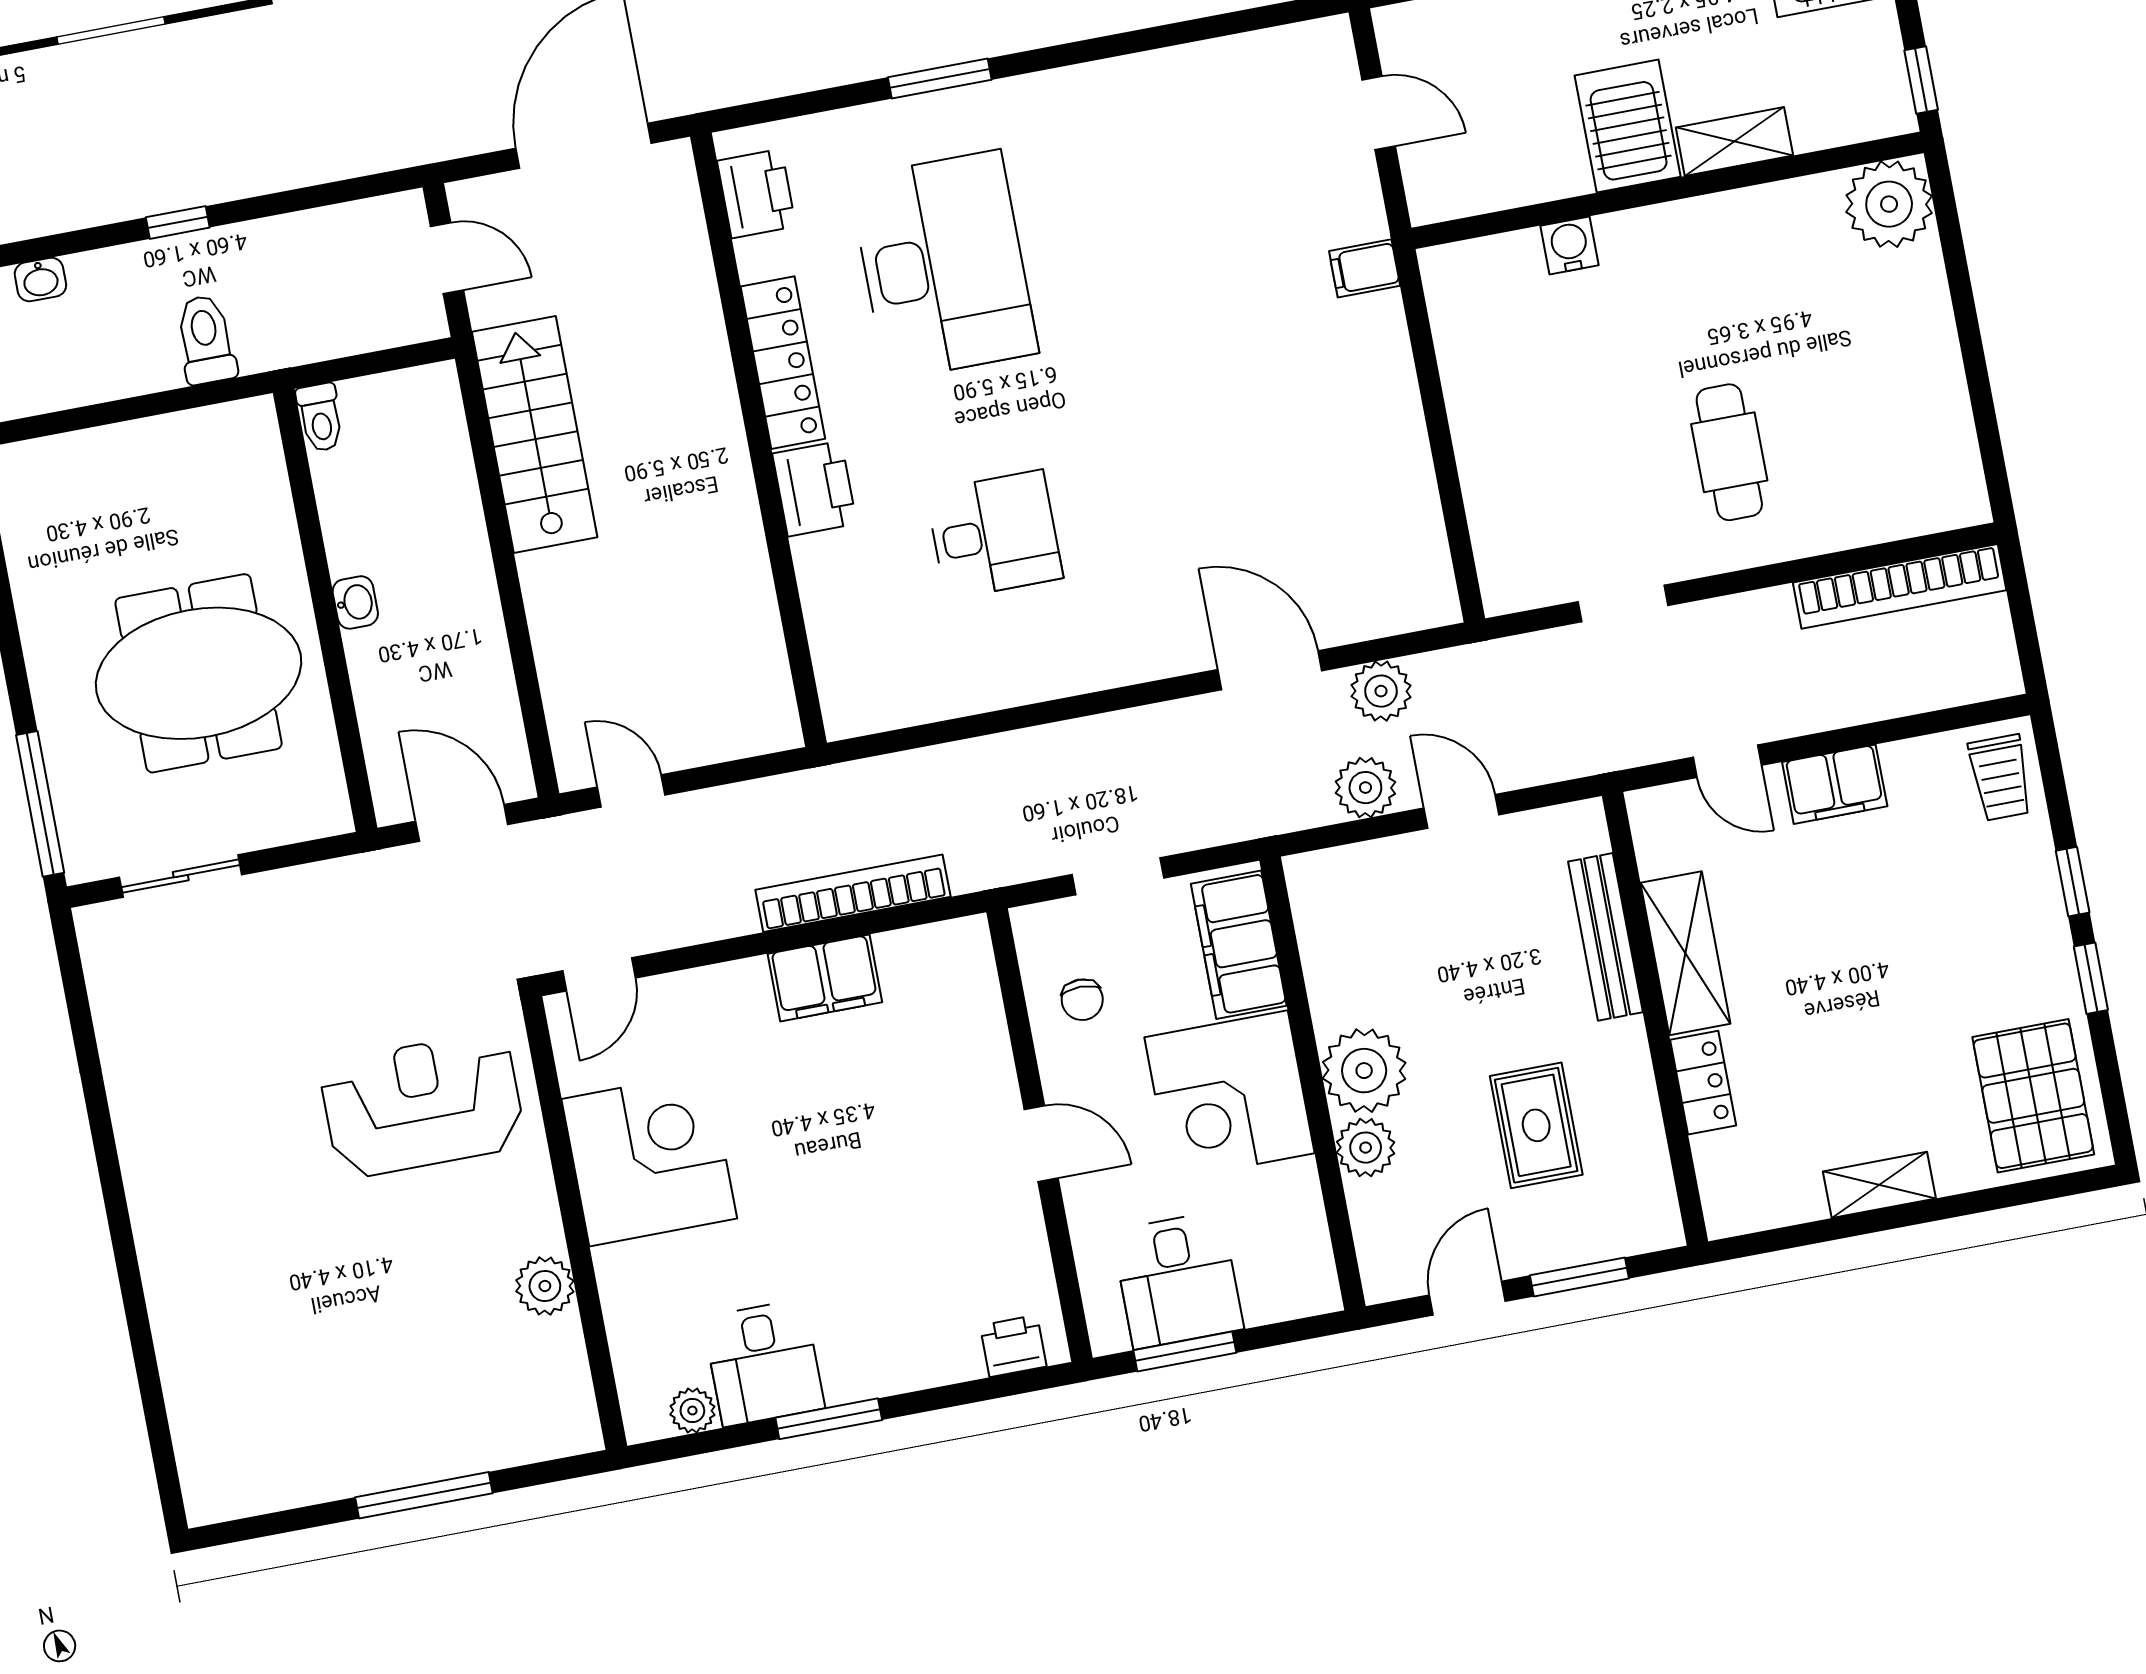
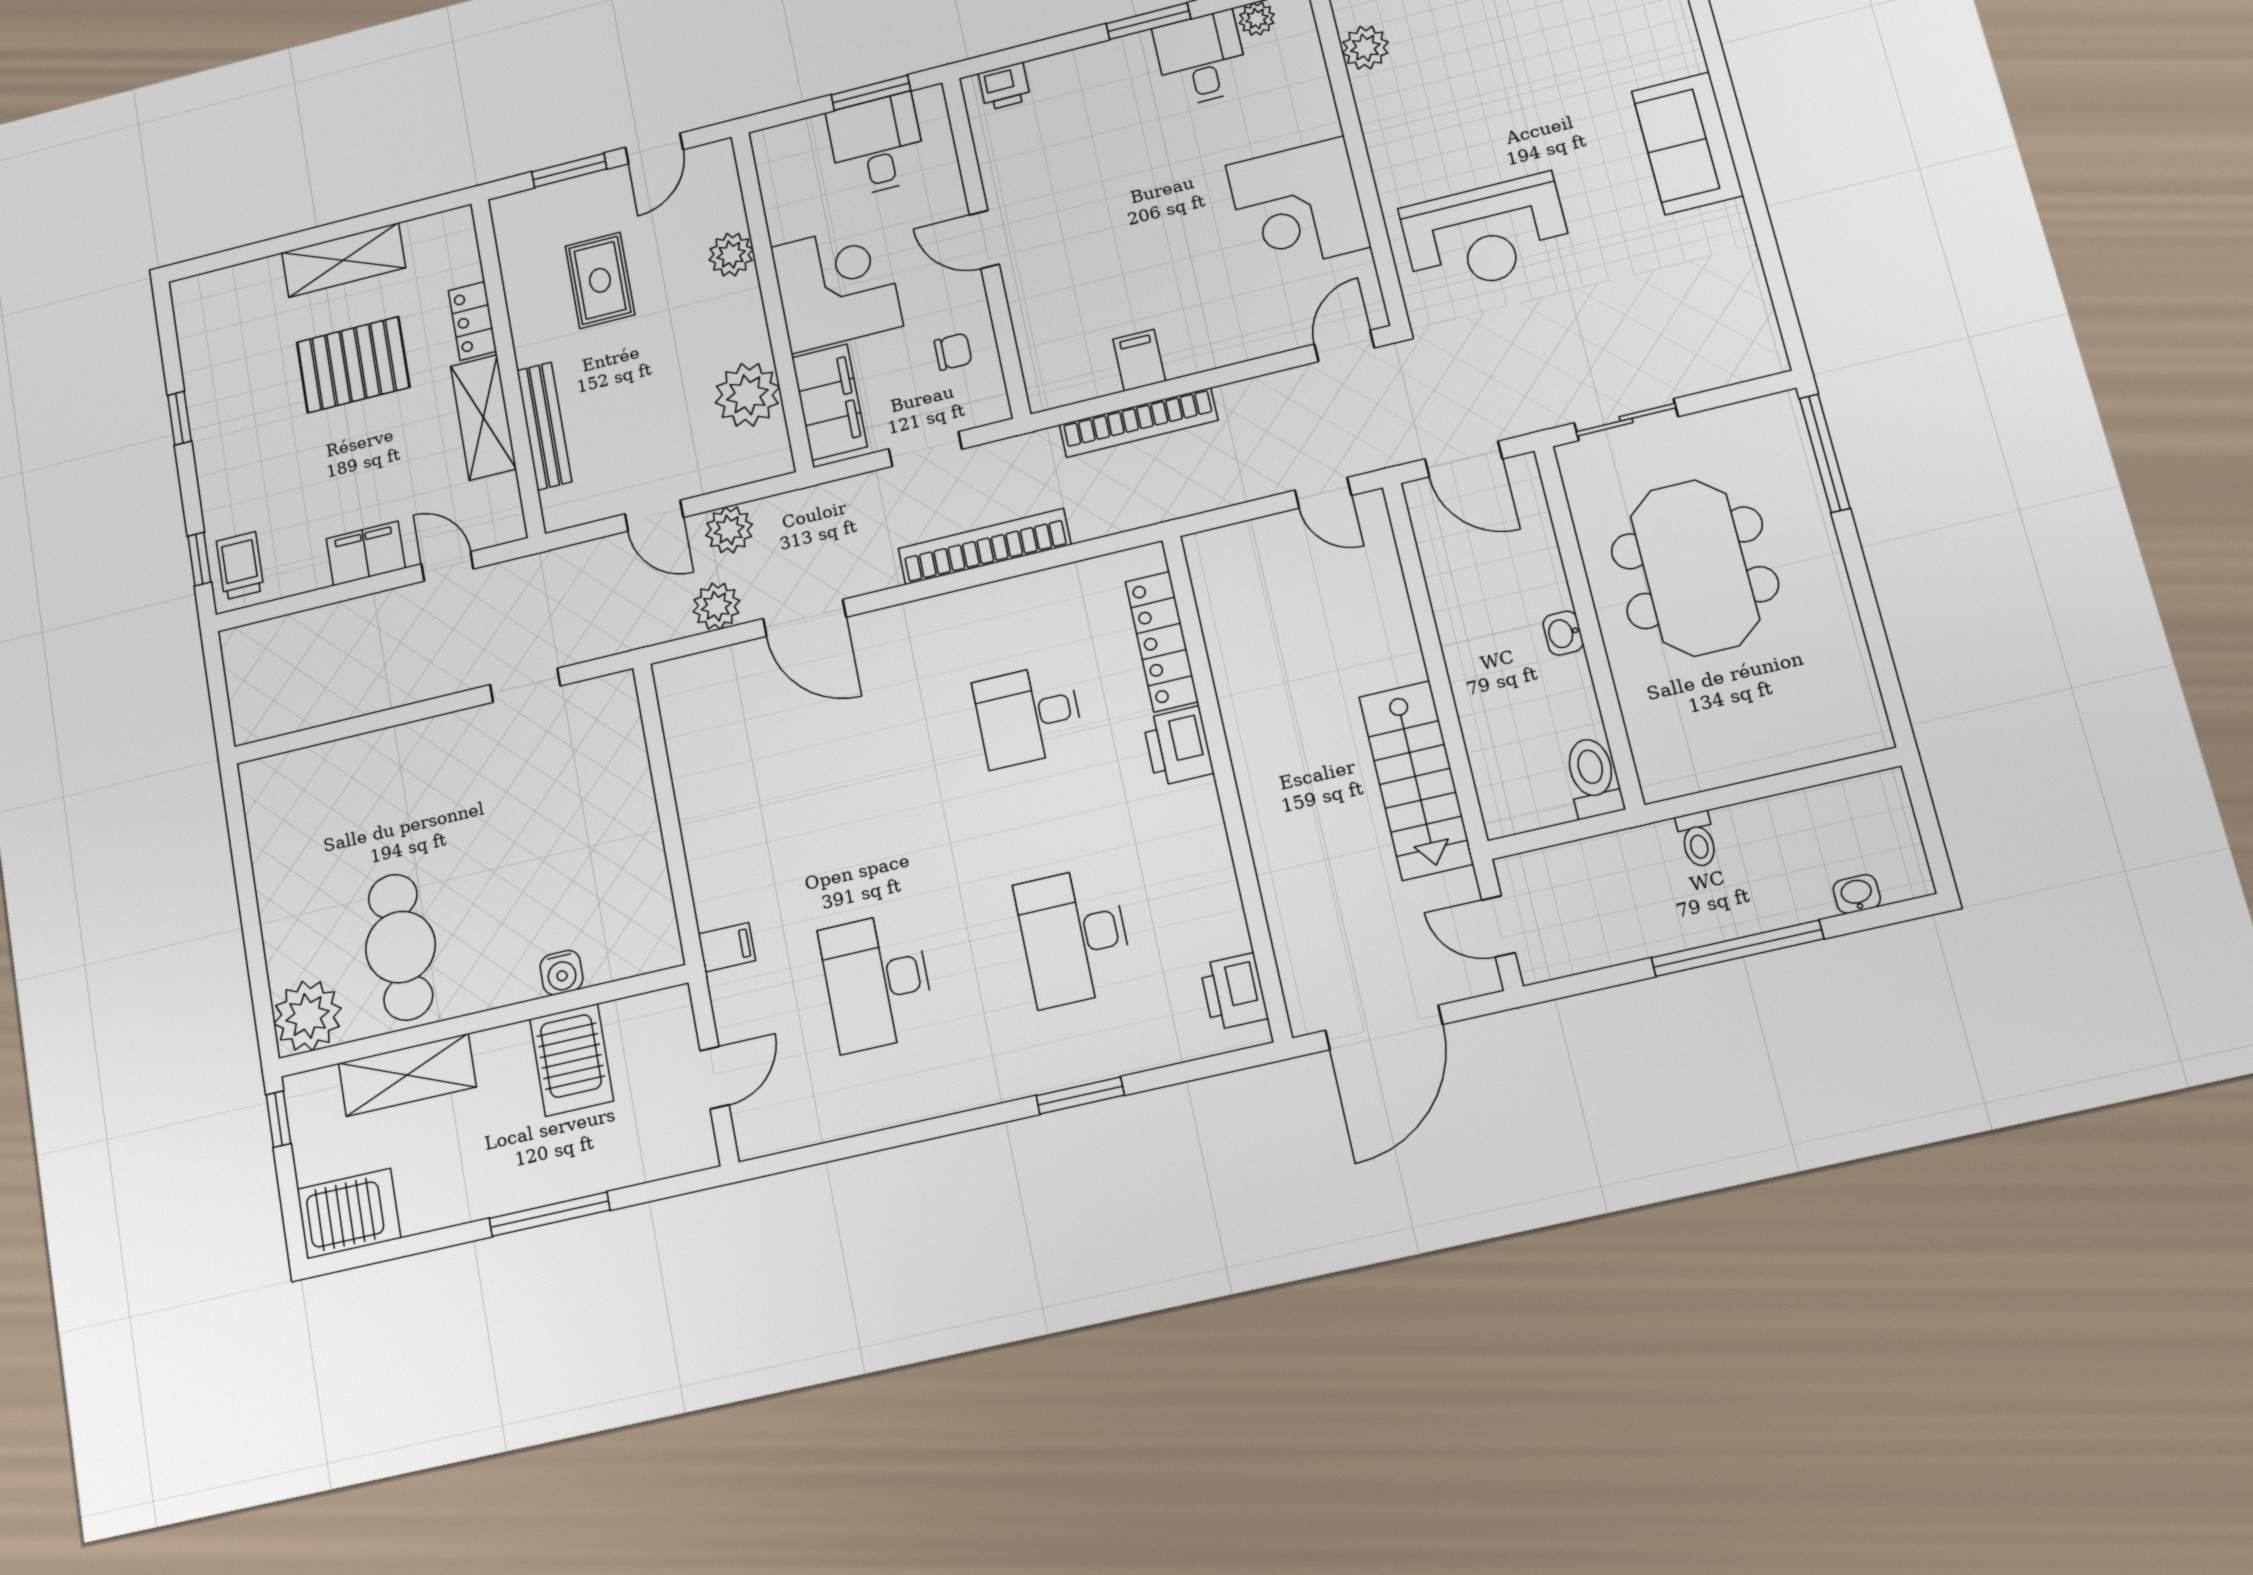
door: (1379, 113) -> (715, 1078), swing flipped
server rack: (1628, 126) -> (572, 1060), moved
shelving: (1734, 141) -> (407, 1075), width x1.50, depth x1.33
desk: (1181, 220) -> (877, 982), added
window: (178, 222) -> (1737, 948), width x3.17
desk: (943, 265) -> (1074, 936), width x0.73, depth x0.77
toilet: (206, 340) -> (1697, 839), width x0.73, depth x0.72
locker: (783, 363) -> (1162, 642), moved
toilet: (320, 417) -> (1593, 777), width x1.37, depth x1.39
cafe table: (1729, 452) -> (401, 947), moved, width x1.37, depth x1.35
bookcase: (1900, 586) -> (984, 547), moved
meeting table: (199, 673) -> (1695, 568), turned 90
sliding door: (181, 876) -> (1626, 420), moved
window: (2073, 882) -> (199, 559), moved
filing cabinet: (825, 978) -> (1139, 360), width x0.50
chair: (1082, 1000) -> (953, 352), turned 90
plant: (1364, 1071) -> (747, 395), moved
pallet: (2033, 1096) -> (353, 365), moved, turned 90
shelving: (1879, 1185) -> (344, 260), width x1.50, depth x1.33
sofa: (175, 1204) -> (1687, 143), added
plant: (545, 1286) -> (1365, 48), moved

